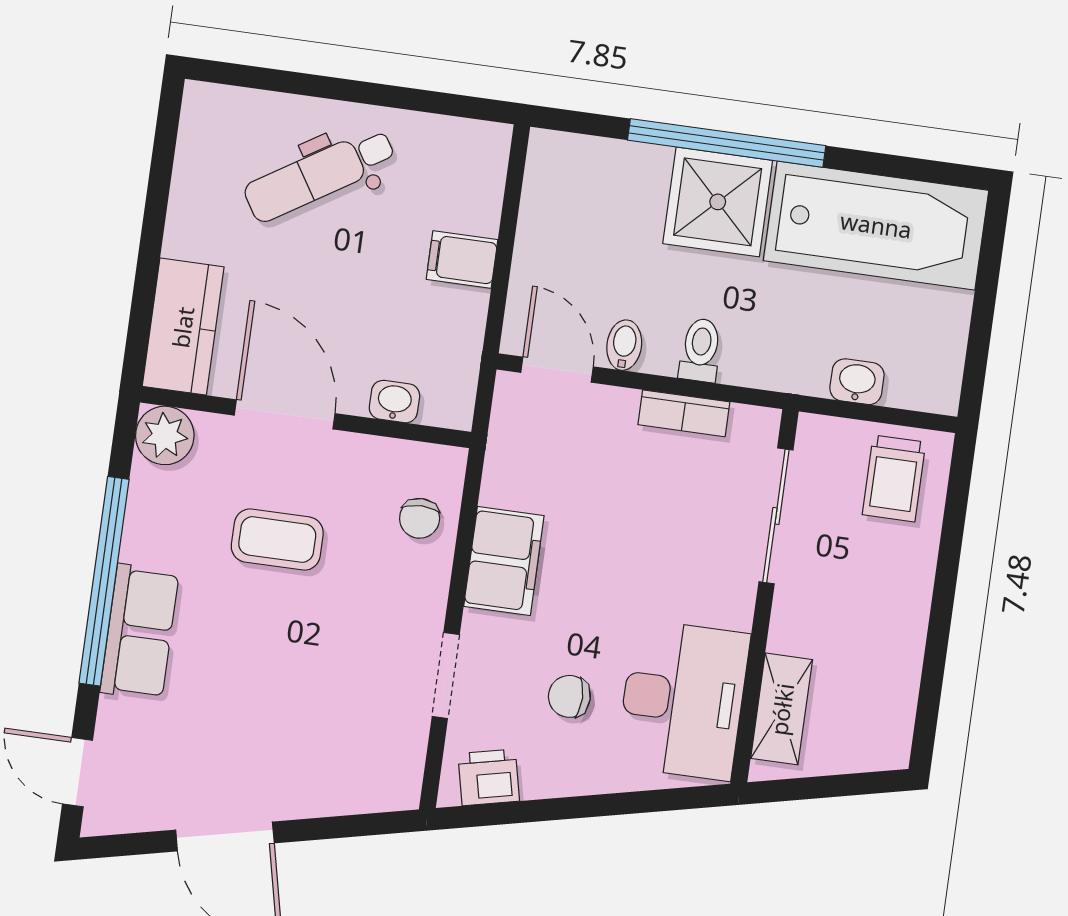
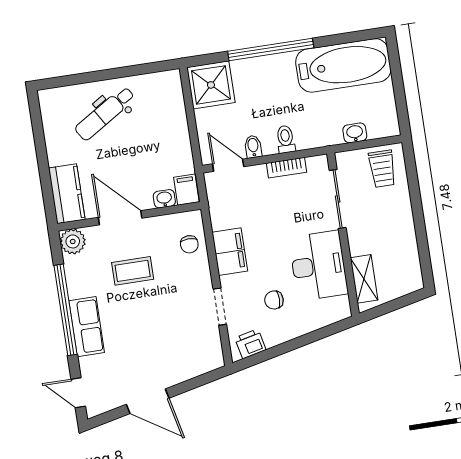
shower: (718, 202) -> (211, 85), moved
filing cabinet: (462, 259) -> (186, 190), moved, turned 90
desk: (683, 700) -> (318, 266), moved

